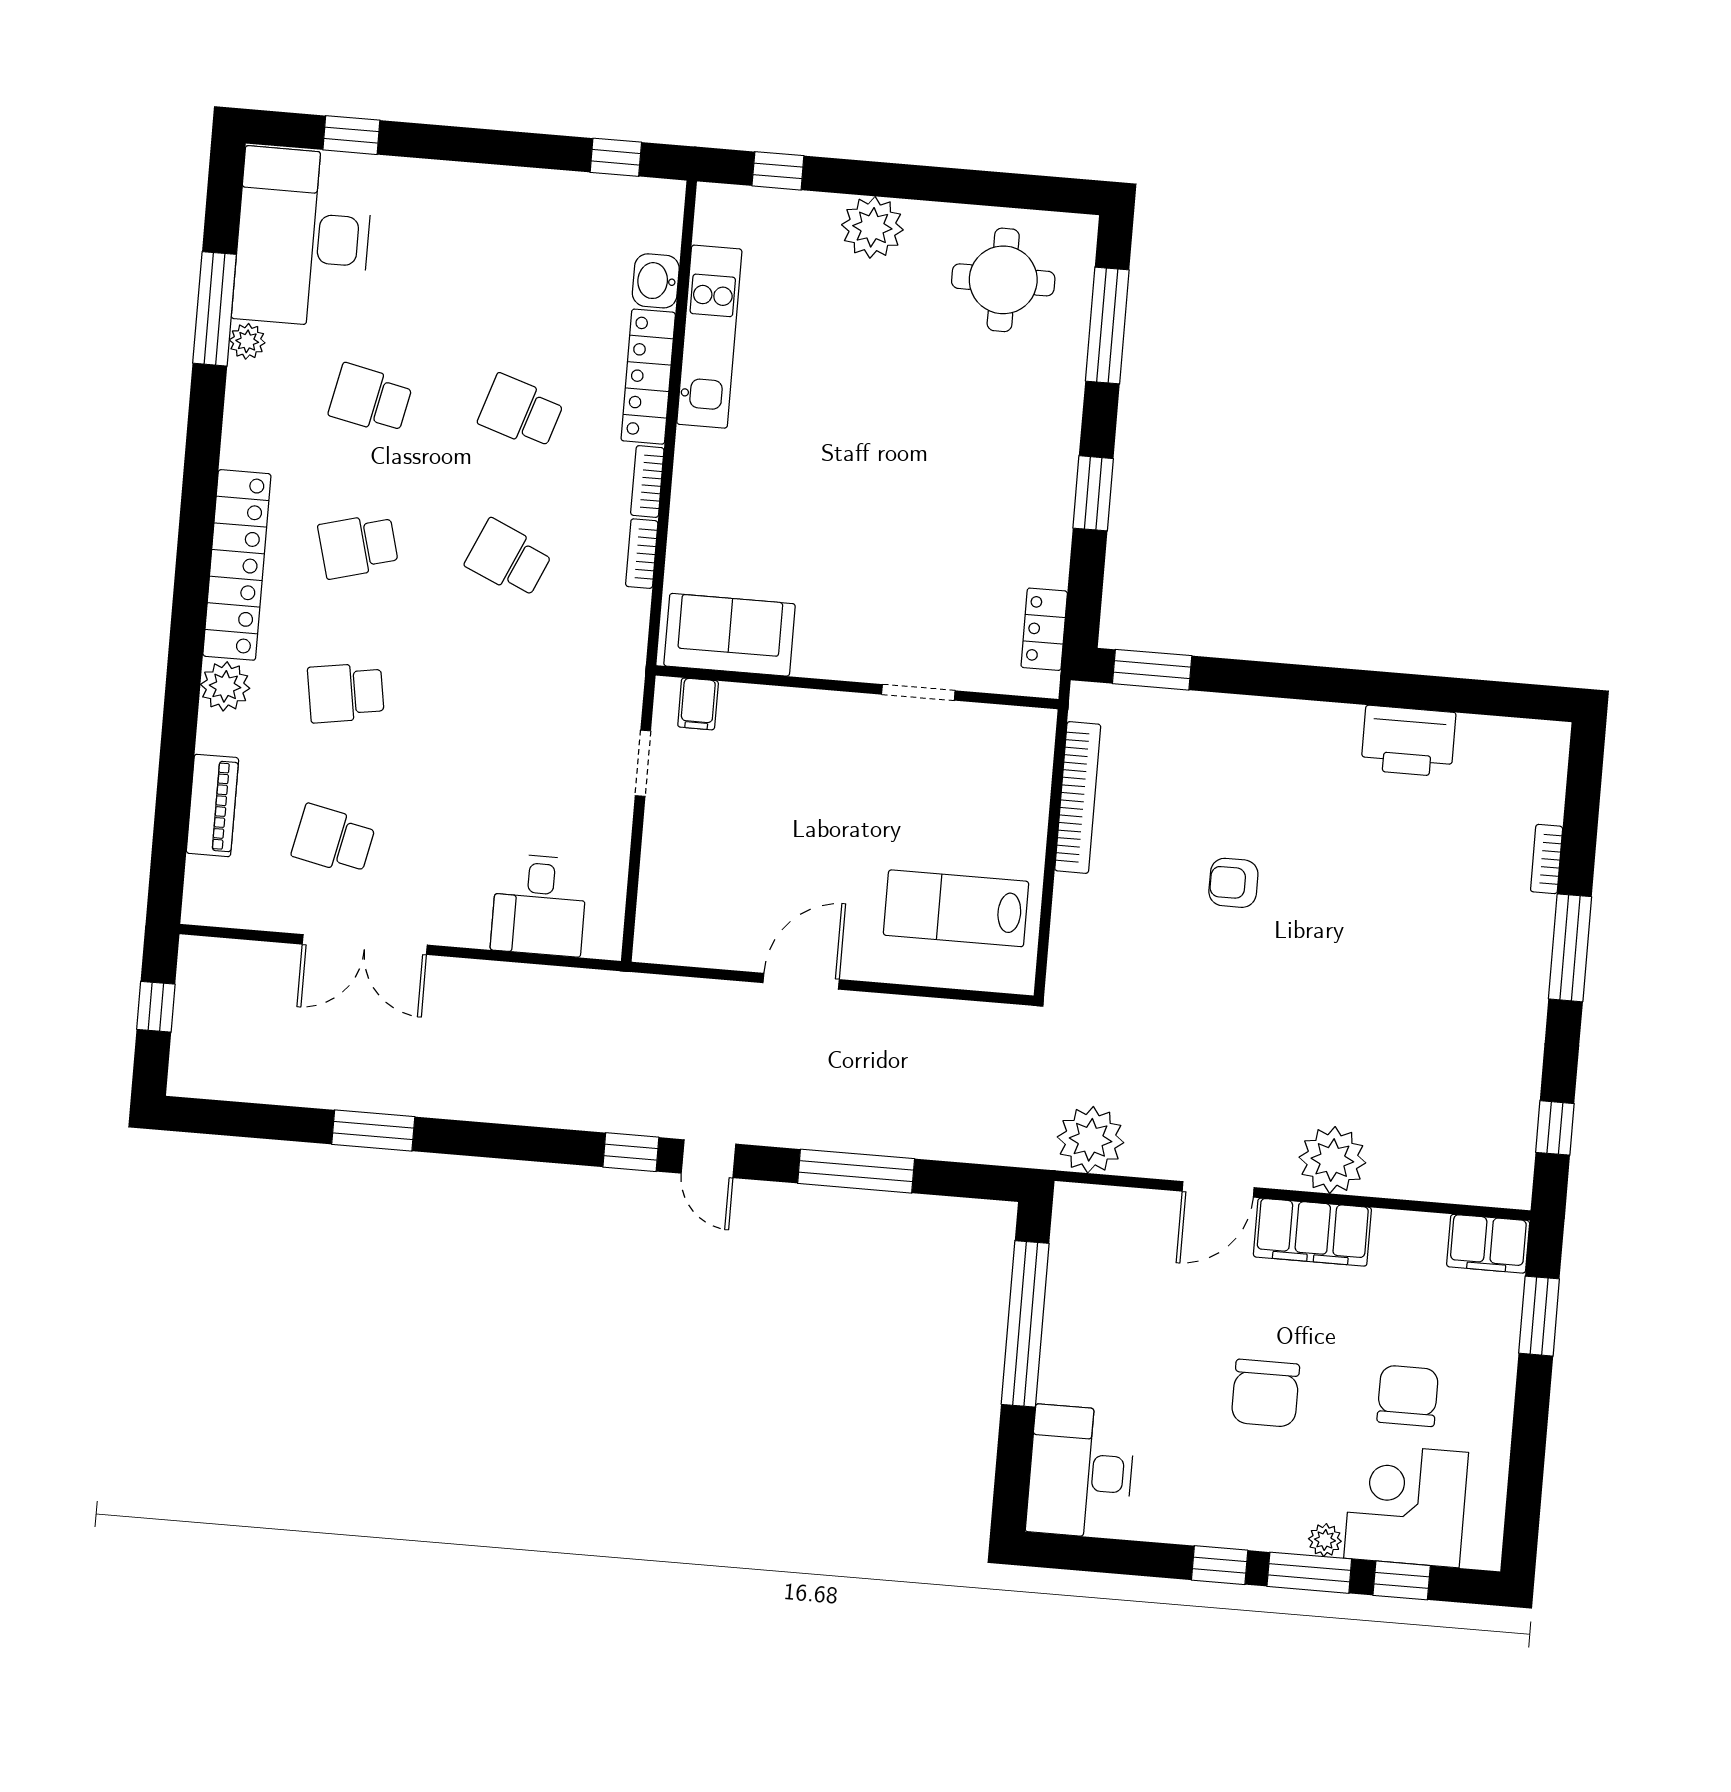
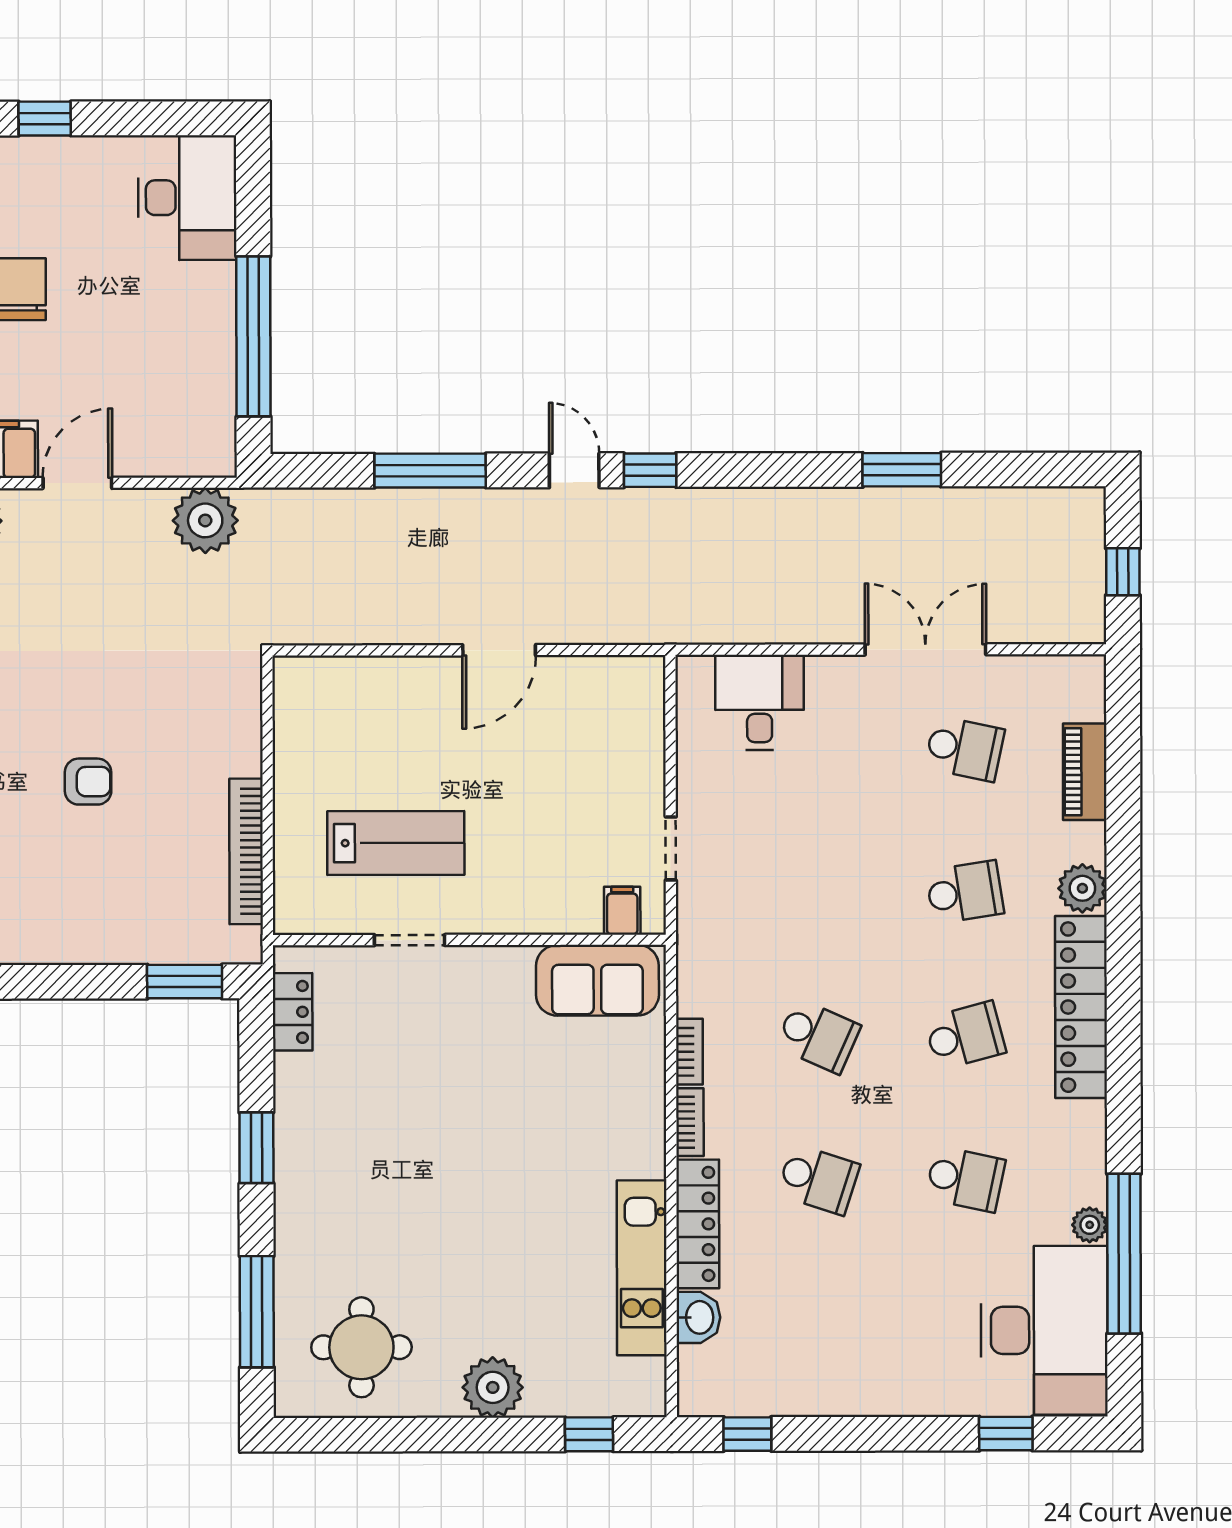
window: (215, 309) -> (1124, 1254), width x1.46
lab bench: (956, 908) -> (396, 843), moved

